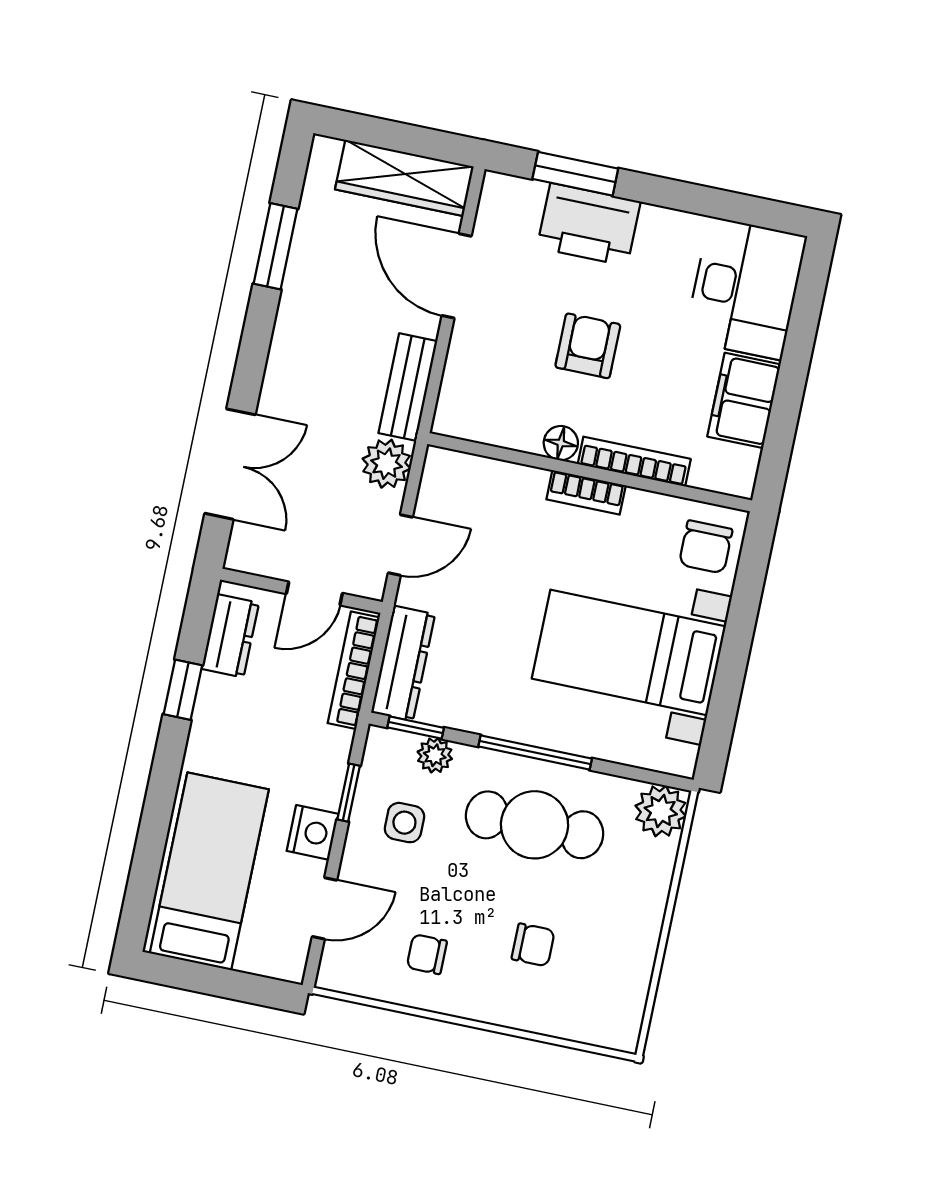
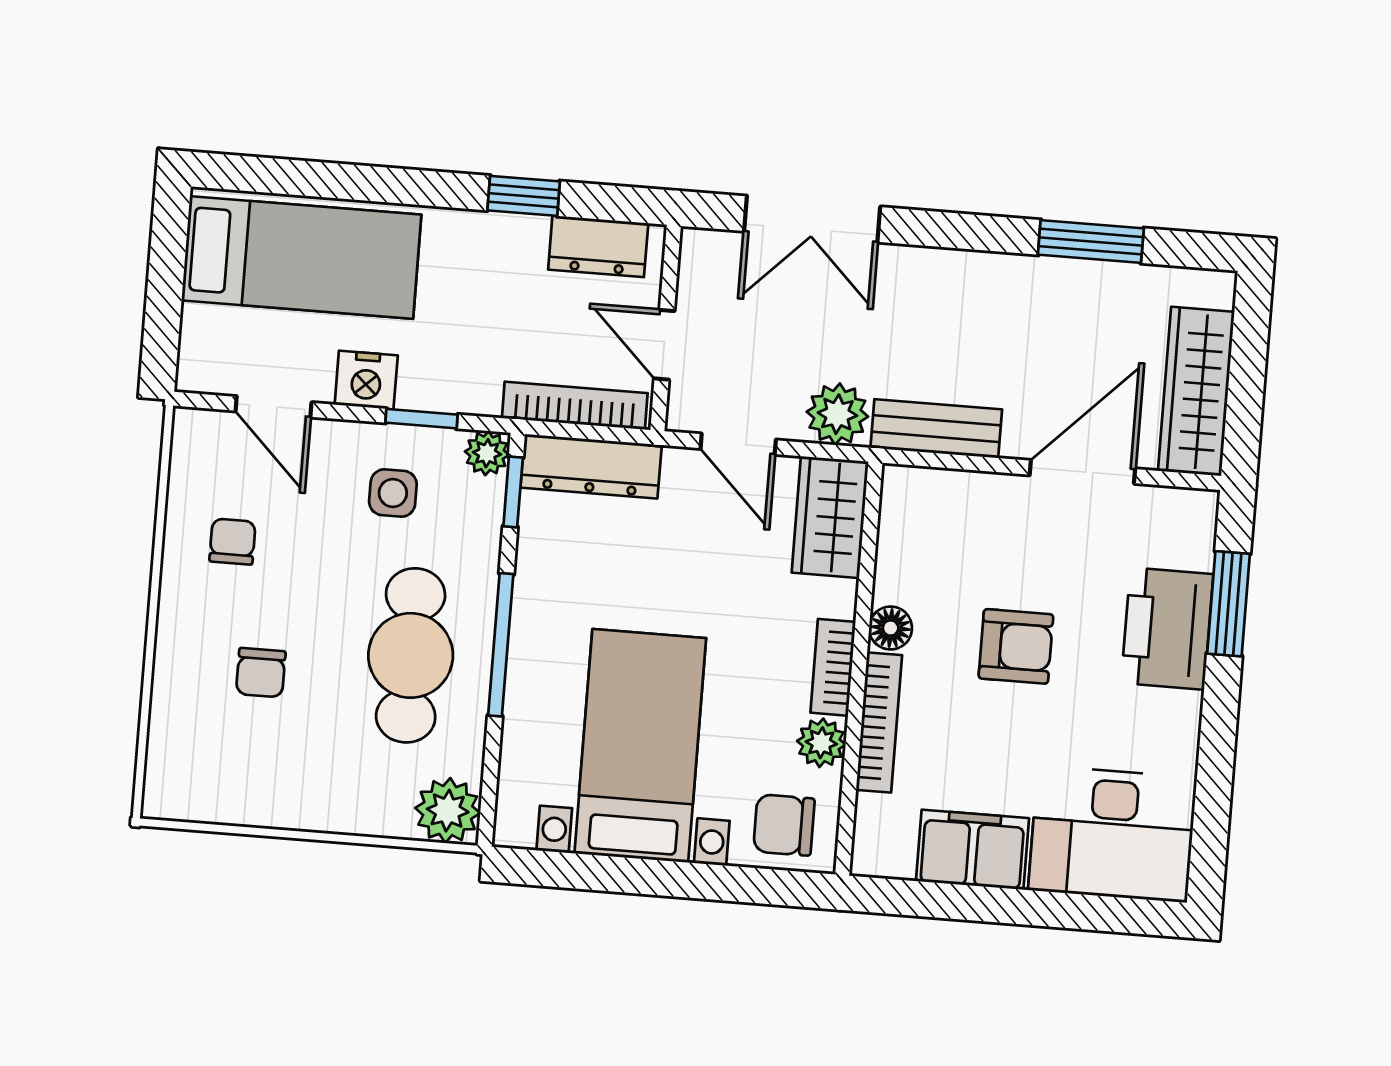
wardrobe: (467, 480) -> (830, 517), added
plant: (644, 509) -> (821, 743), added
plant: (435, 755) -> (487, 453), moved

